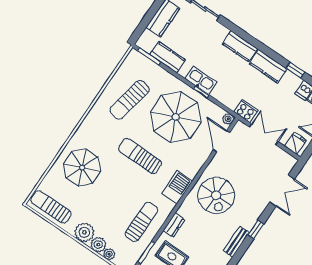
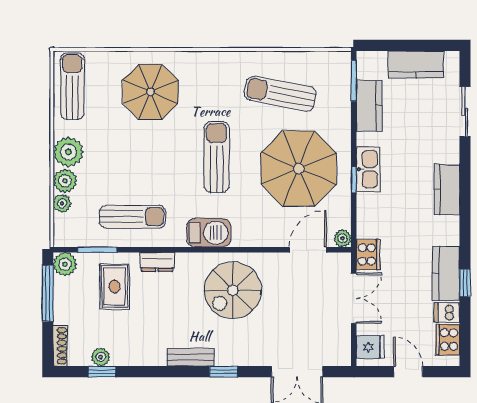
kitchen counter: (268, 66) -> (446, 274), moved

